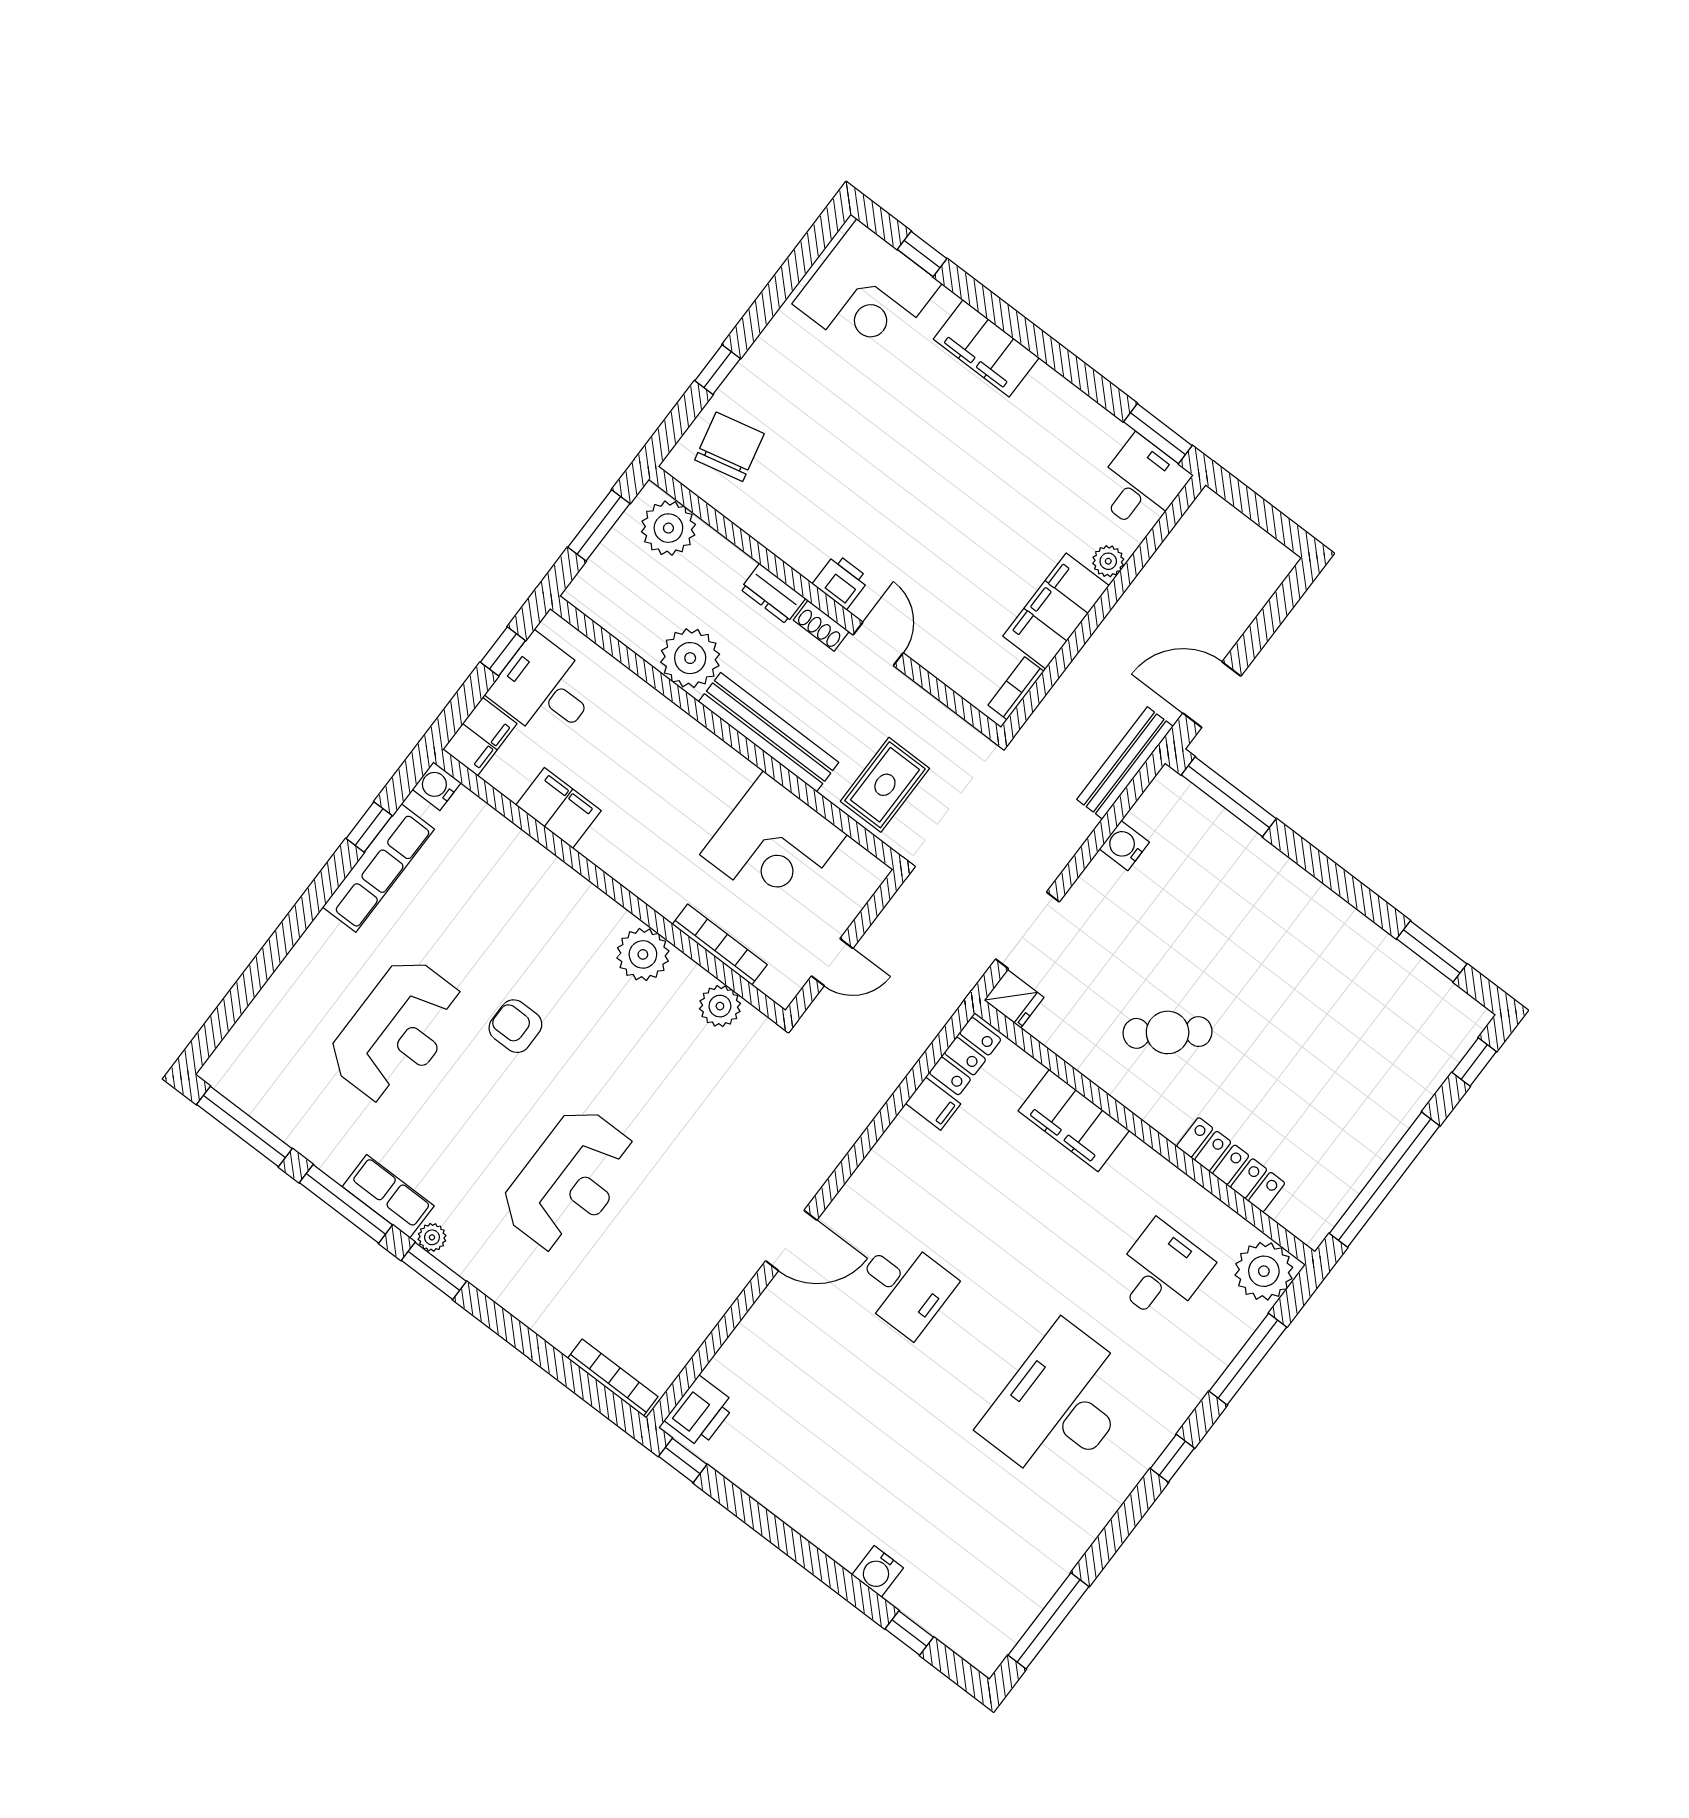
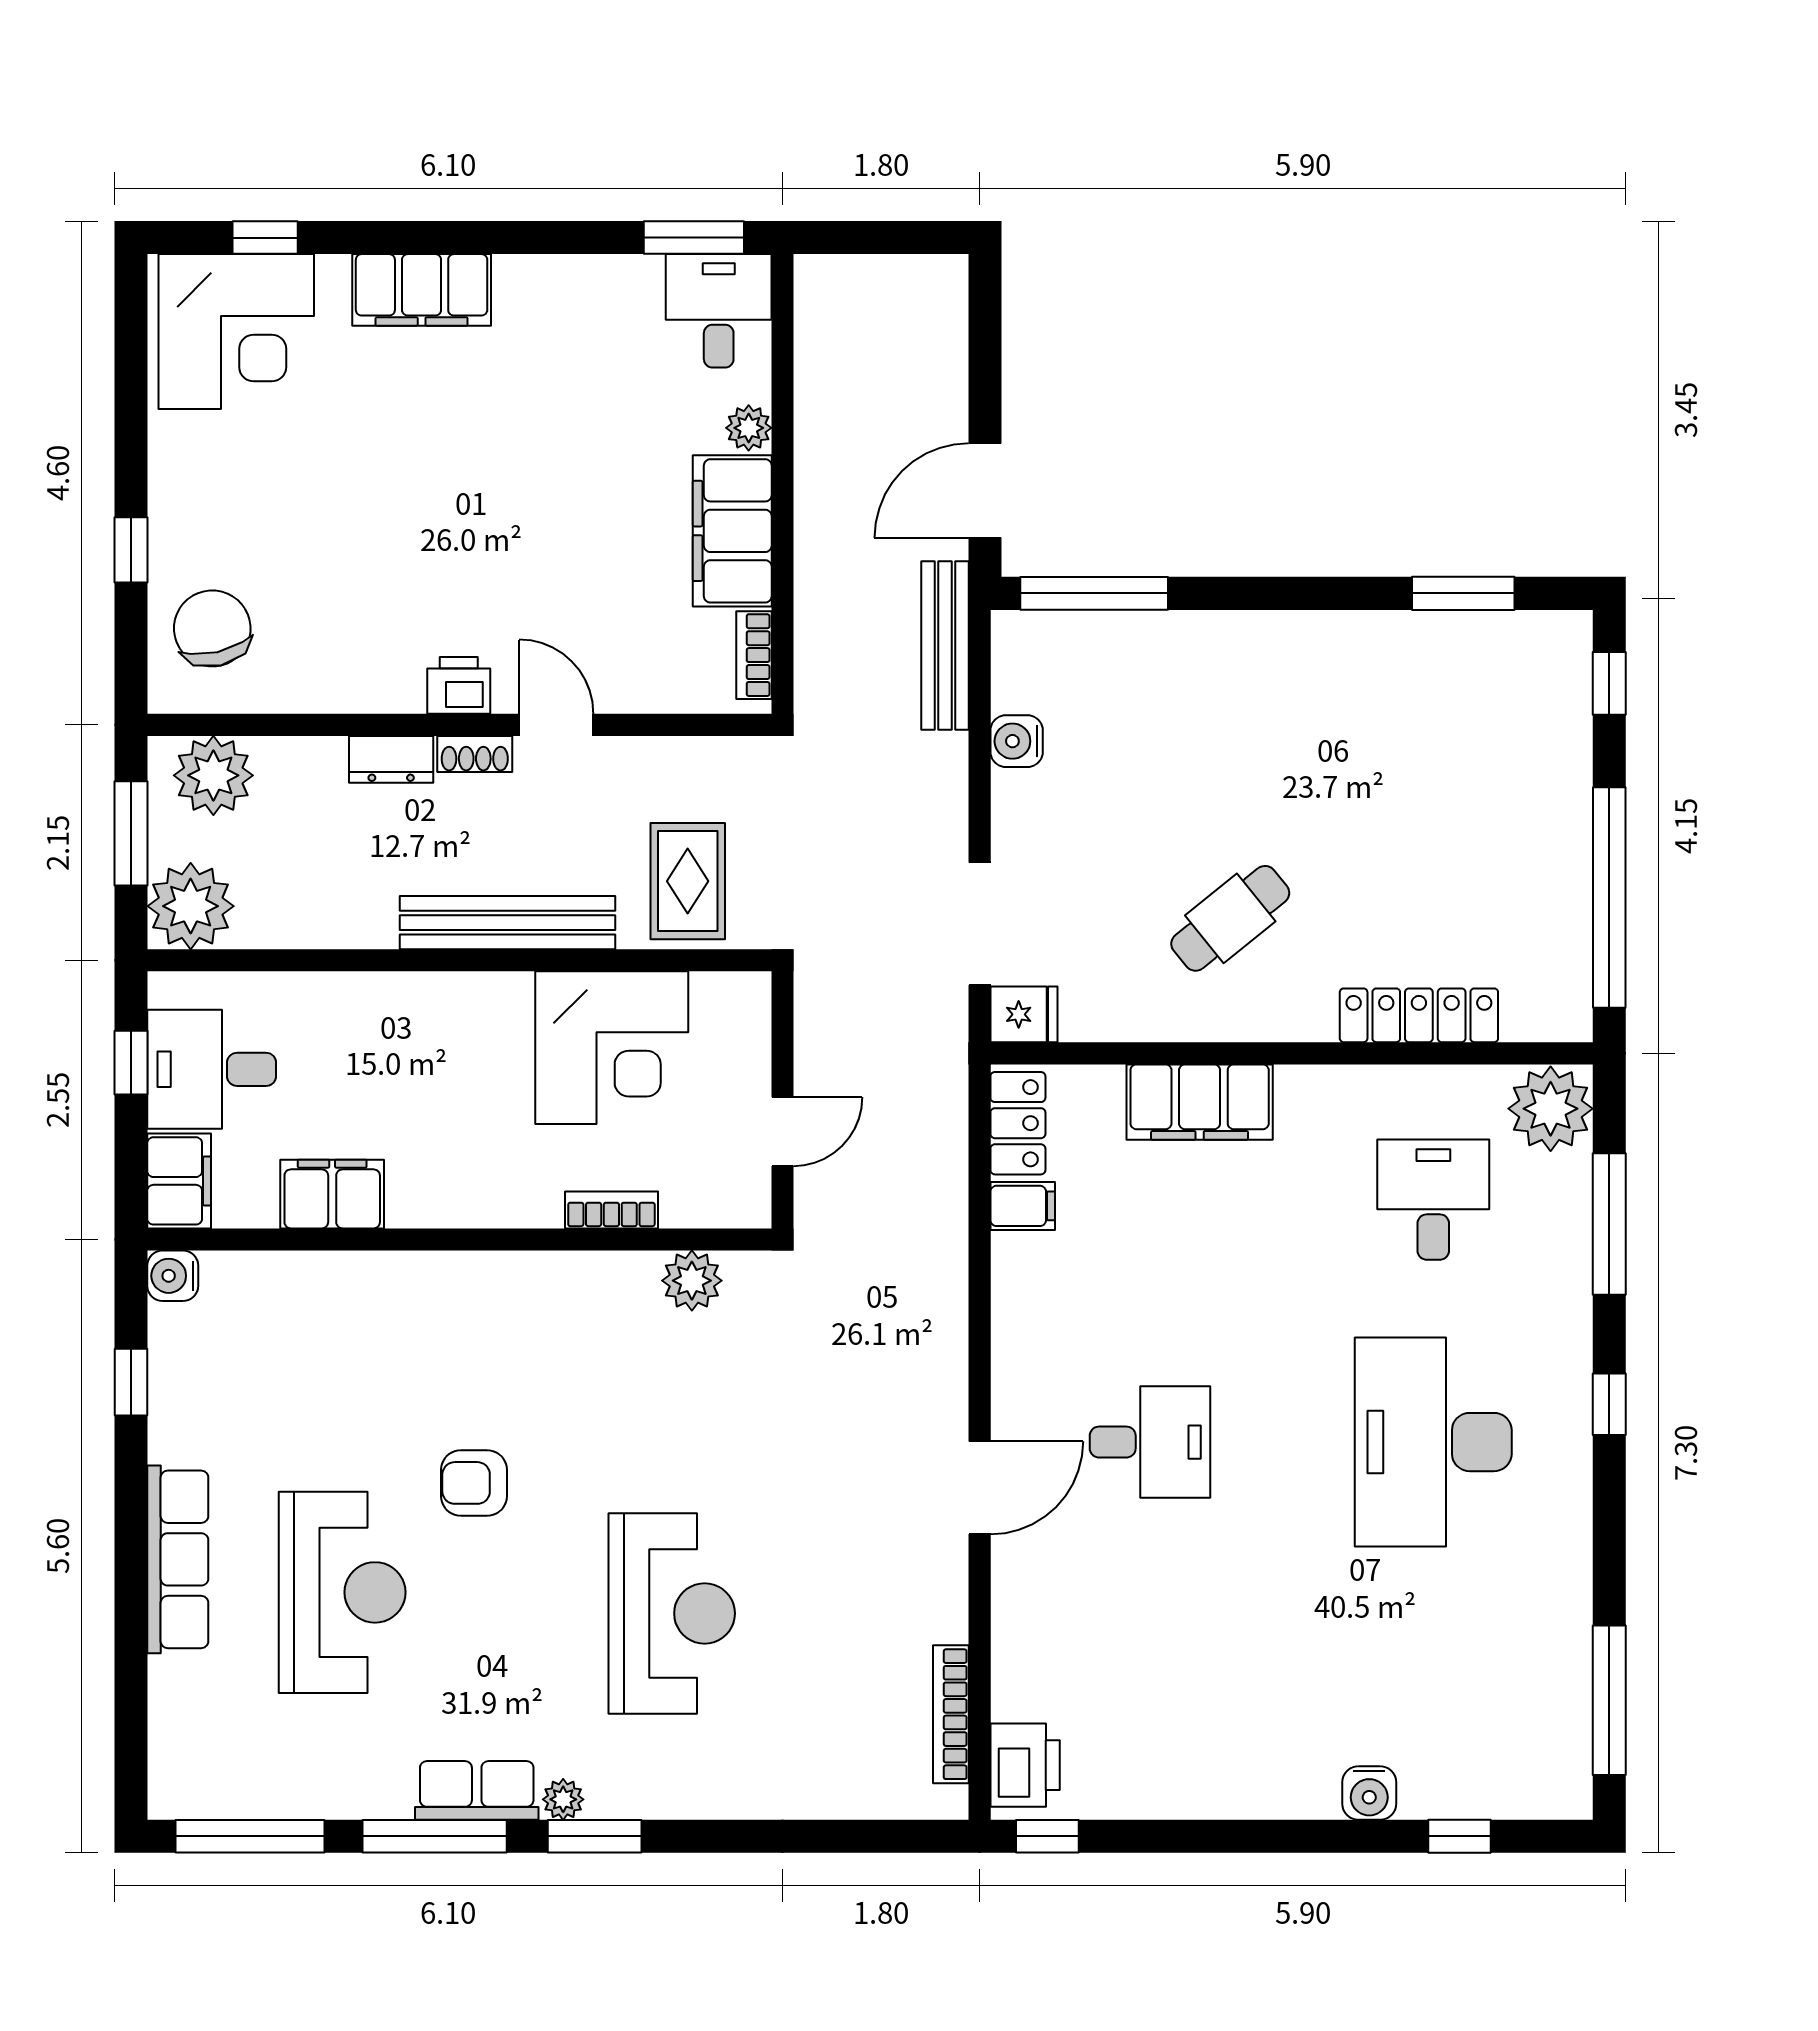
plant: (690, 658) -> (191, 906), moved
row of seats: (378, 868) -> (178, 1559), moved
bookcase: (720, 945) -> (611, 1210), width x0.64
plant: (643, 954) -> (558, 1289), removed
bookcase: (613, 1378) -> (951, 1714), moved, turned -90

